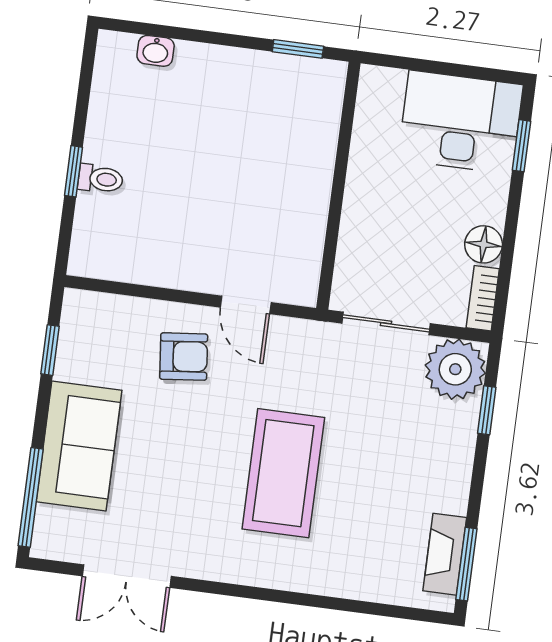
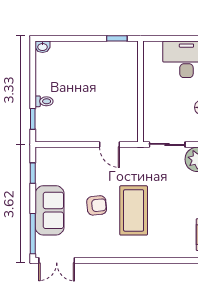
washbasin: (156, 51) -> (43, 47), moved
window: (73, 171) -> (33, 119), moved
armchair: (184, 357) -> (97, 205), moved
double door: (127, 576) -> (57, 260), moved

